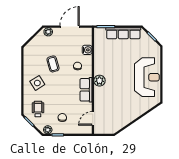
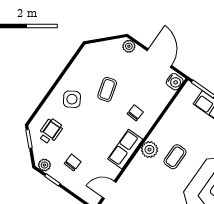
door: (70, 27) -> (159, 58), hinge flipped
water cooler: (87, 50) -> (175, 82), moved
coffee table: (116, 75) -> (175, 157), added

